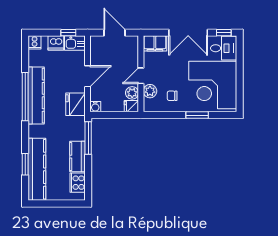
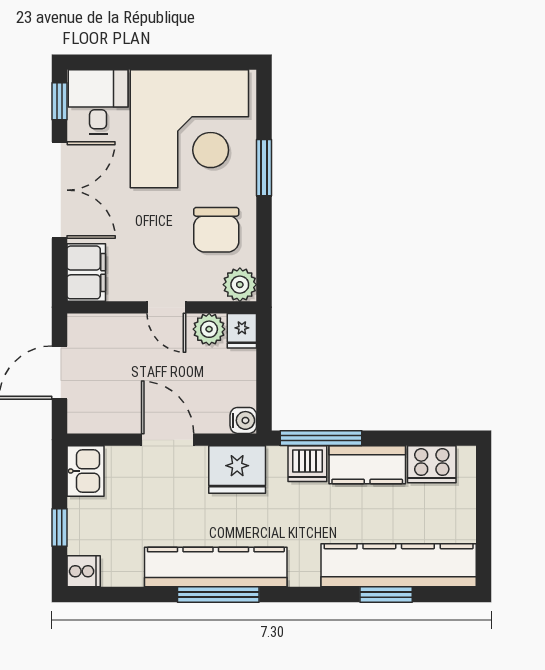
window: (68, 33) -> (59, 527), moved
dishwasher: (56, 43) -> (307, 464), moved, turned 90
plant: (150, 91) -> (240, 285), moved
chair: (172, 96) -> (216, 230), width x1.87, depth x1.87
window: (25, 97) -> (218, 594), width x0.68

